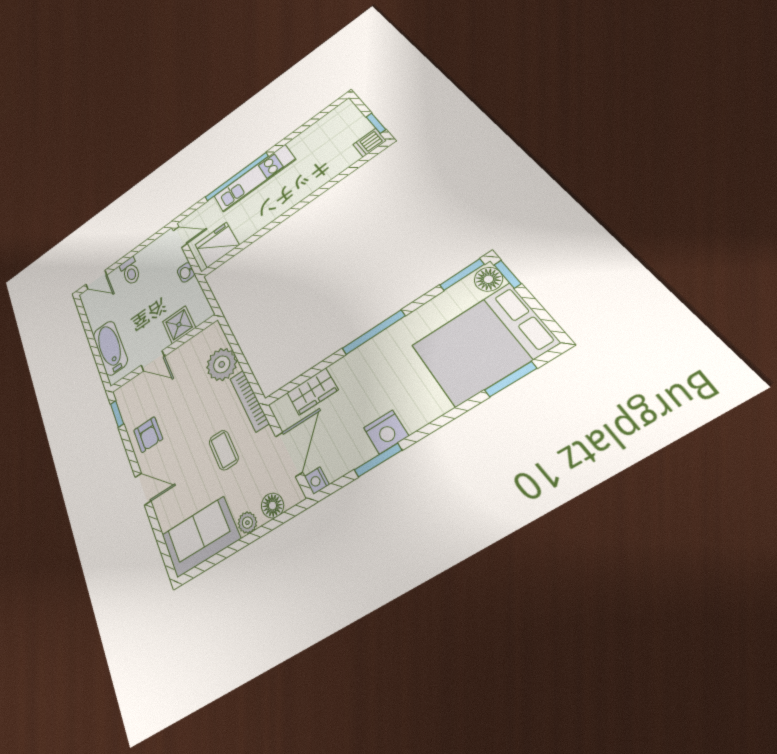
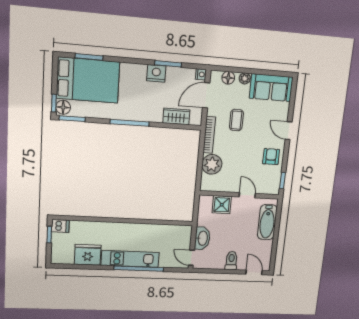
fridge: (217, 245) -> (88, 255), moved, turned 180
washbasin: (186, 272) -> (202, 238), width x1.91, depth x1.45

